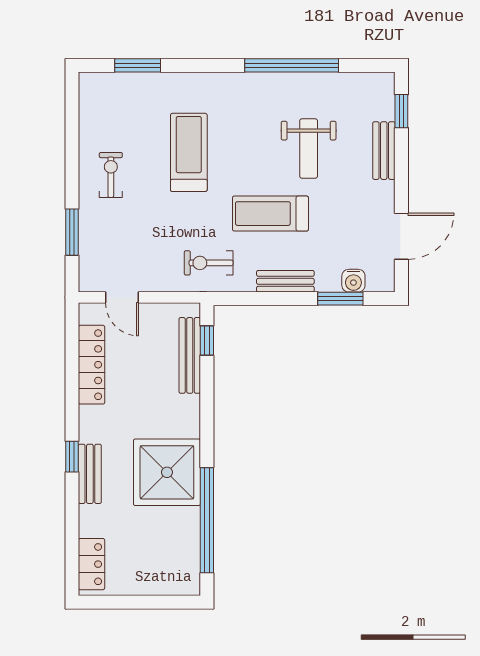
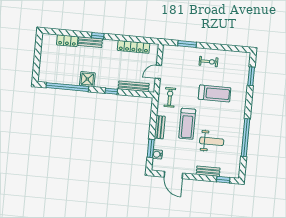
weight bench: (309, 148) -> (212, 141), turned 180
treadmill: (270, 214) -> (187, 124), turned 180
door: (122, 297) -> (158, 72), moved
window: (207, 340) -> (111, 91), moved
shower: (167, 472) -> (87, 79), width x0.54, depth x0.54
locker: (92, 564) -> (67, 41), moved

